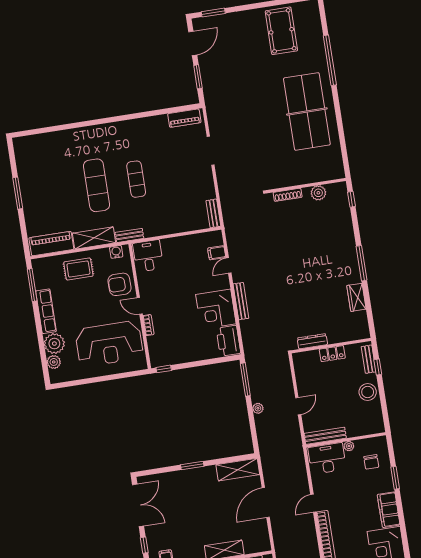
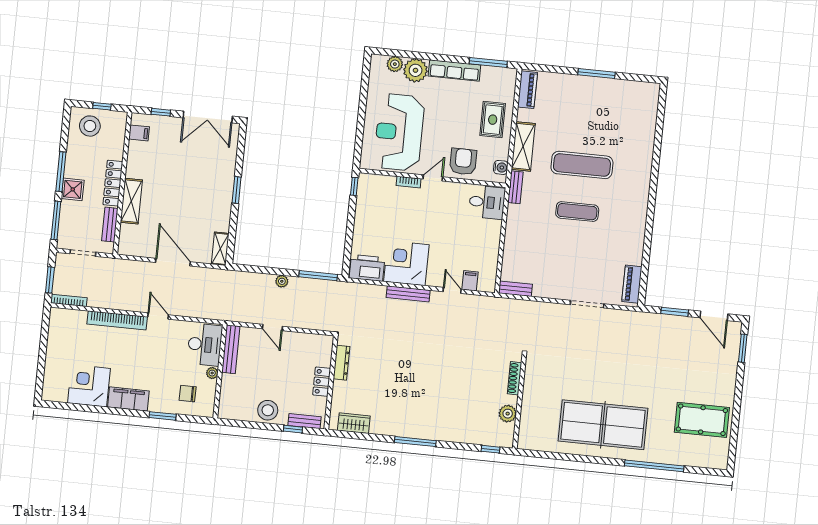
piano: (51, 244) -> (527, 90), width x0.73, depth x0.75
wardrobe: (356, 297) -> (354, 423), moved
shelving: (238, 470) -> (220, 249), width x0.67, depth x0.75

